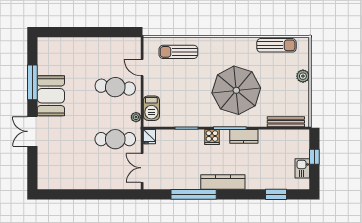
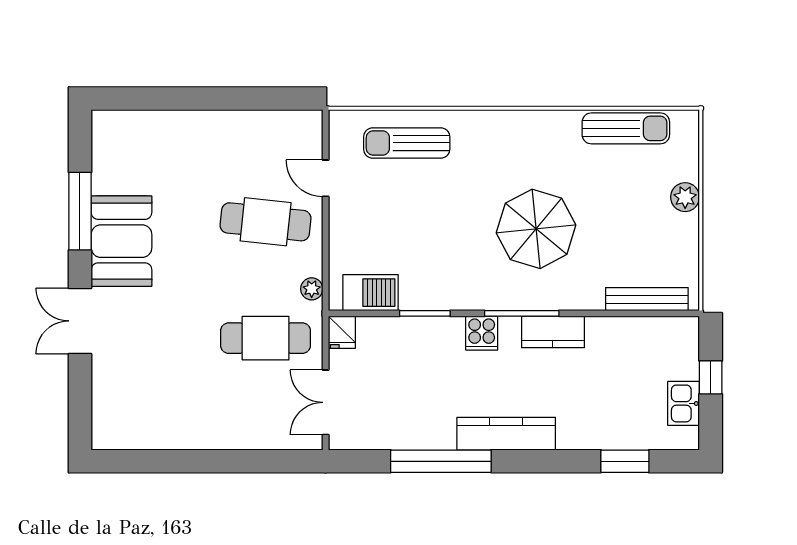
parasol: (236, 90) -> (536, 229), width x0.73, depth x0.73
barbecue: (151, 108) -> (371, 293), moved, turned -90

